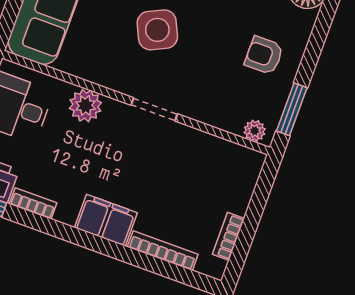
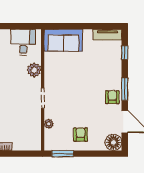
side table: (157, 30) -> (75, 88), removed
plant: (255, 131) -> (49, 124), moved

